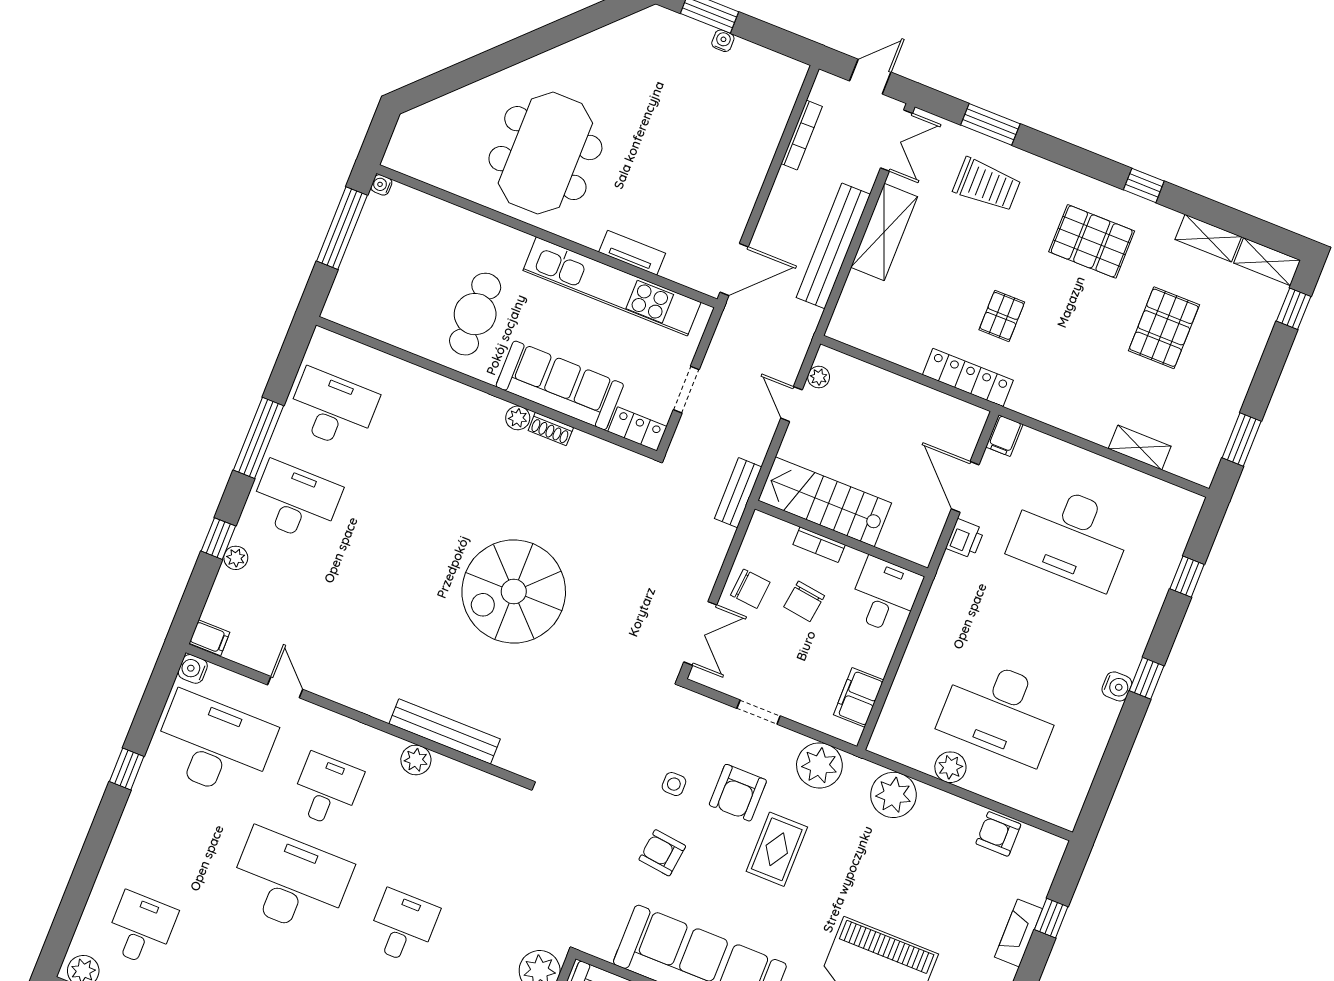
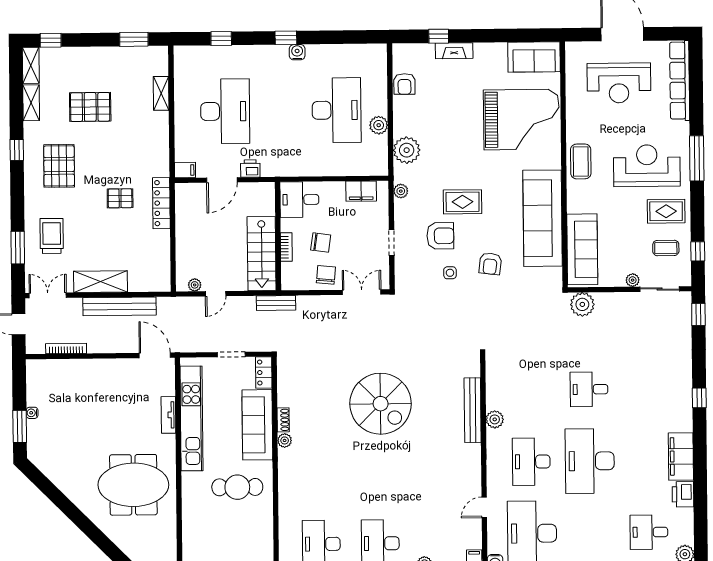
plant: (819, 765) -> (401, 191), width x0.53, depth x0.53
desk: (326, 790) -> (531, 462), width x1.37

